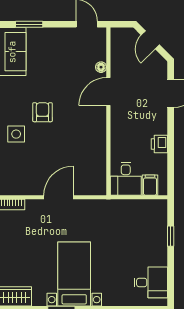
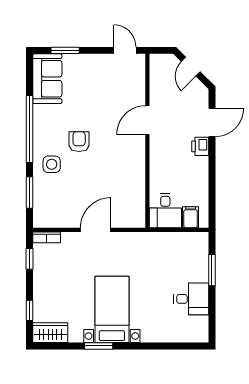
floor lamp: (101, 67) -> (140, 95), removed
printer: (159, 144) -> (200, 146), moved
window: (171, 236) -> (212, 270), width x1.50
desk: (151, 282) -> (191, 299), moved

